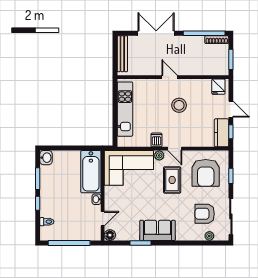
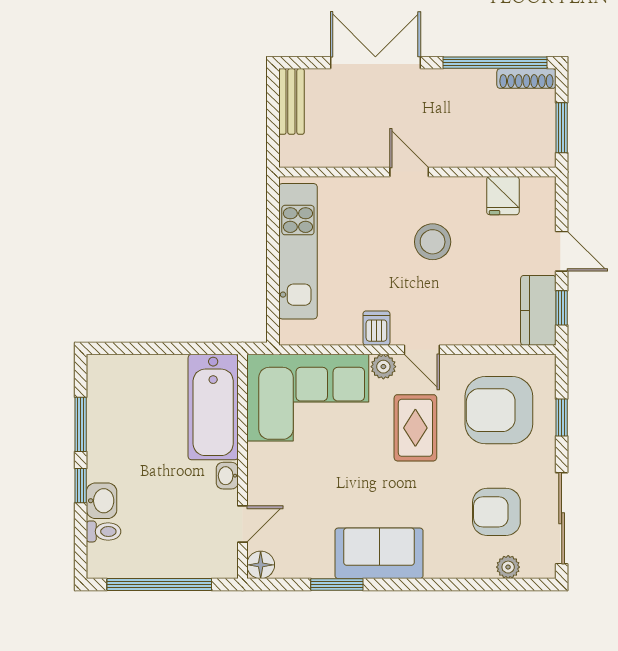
bench: (122, 54) -> (291, 101), width x0.73
fridge: (218, 87) -> (503, 196), moved
washbasin: (46, 158) -> (102, 501), moved
armchair: (206, 173) -> (499, 410), turned 90

